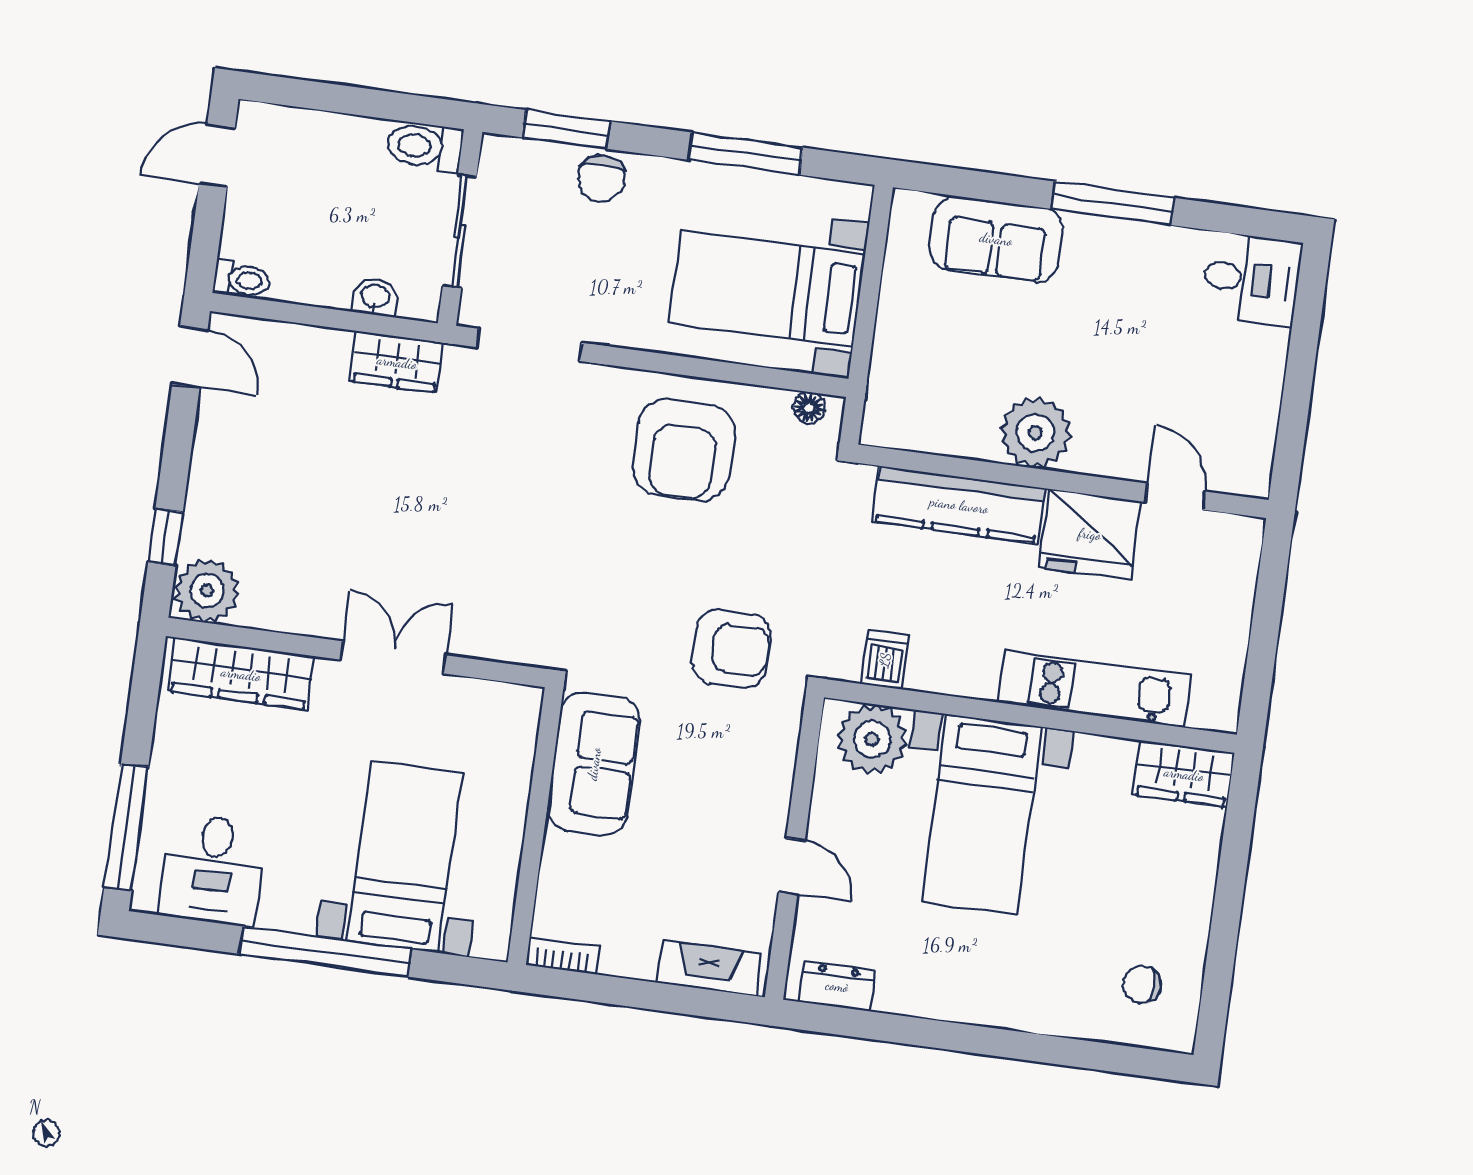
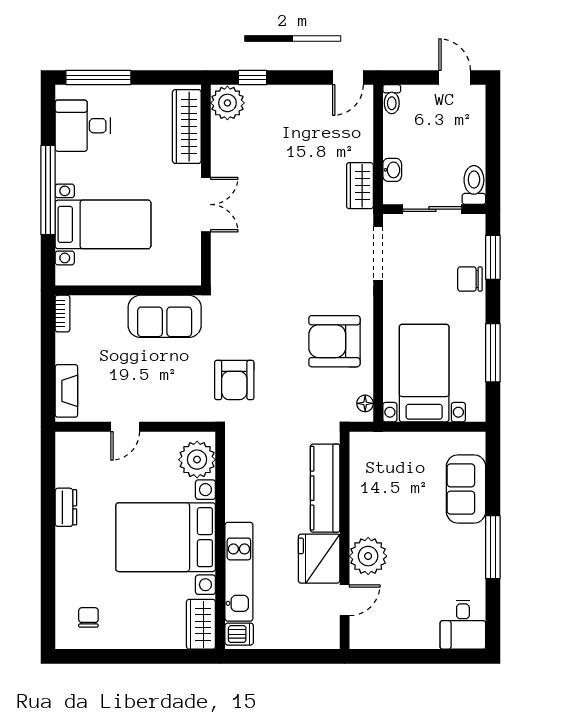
plant: (1035, 433) -> (368, 556), moved
dishwasher: (885, 660) -> (239, 634), moved
bed with nightstands: (982, 814) -> (166, 537), width x1.36
dresser: (837, 986) -> (66, 507), moved

